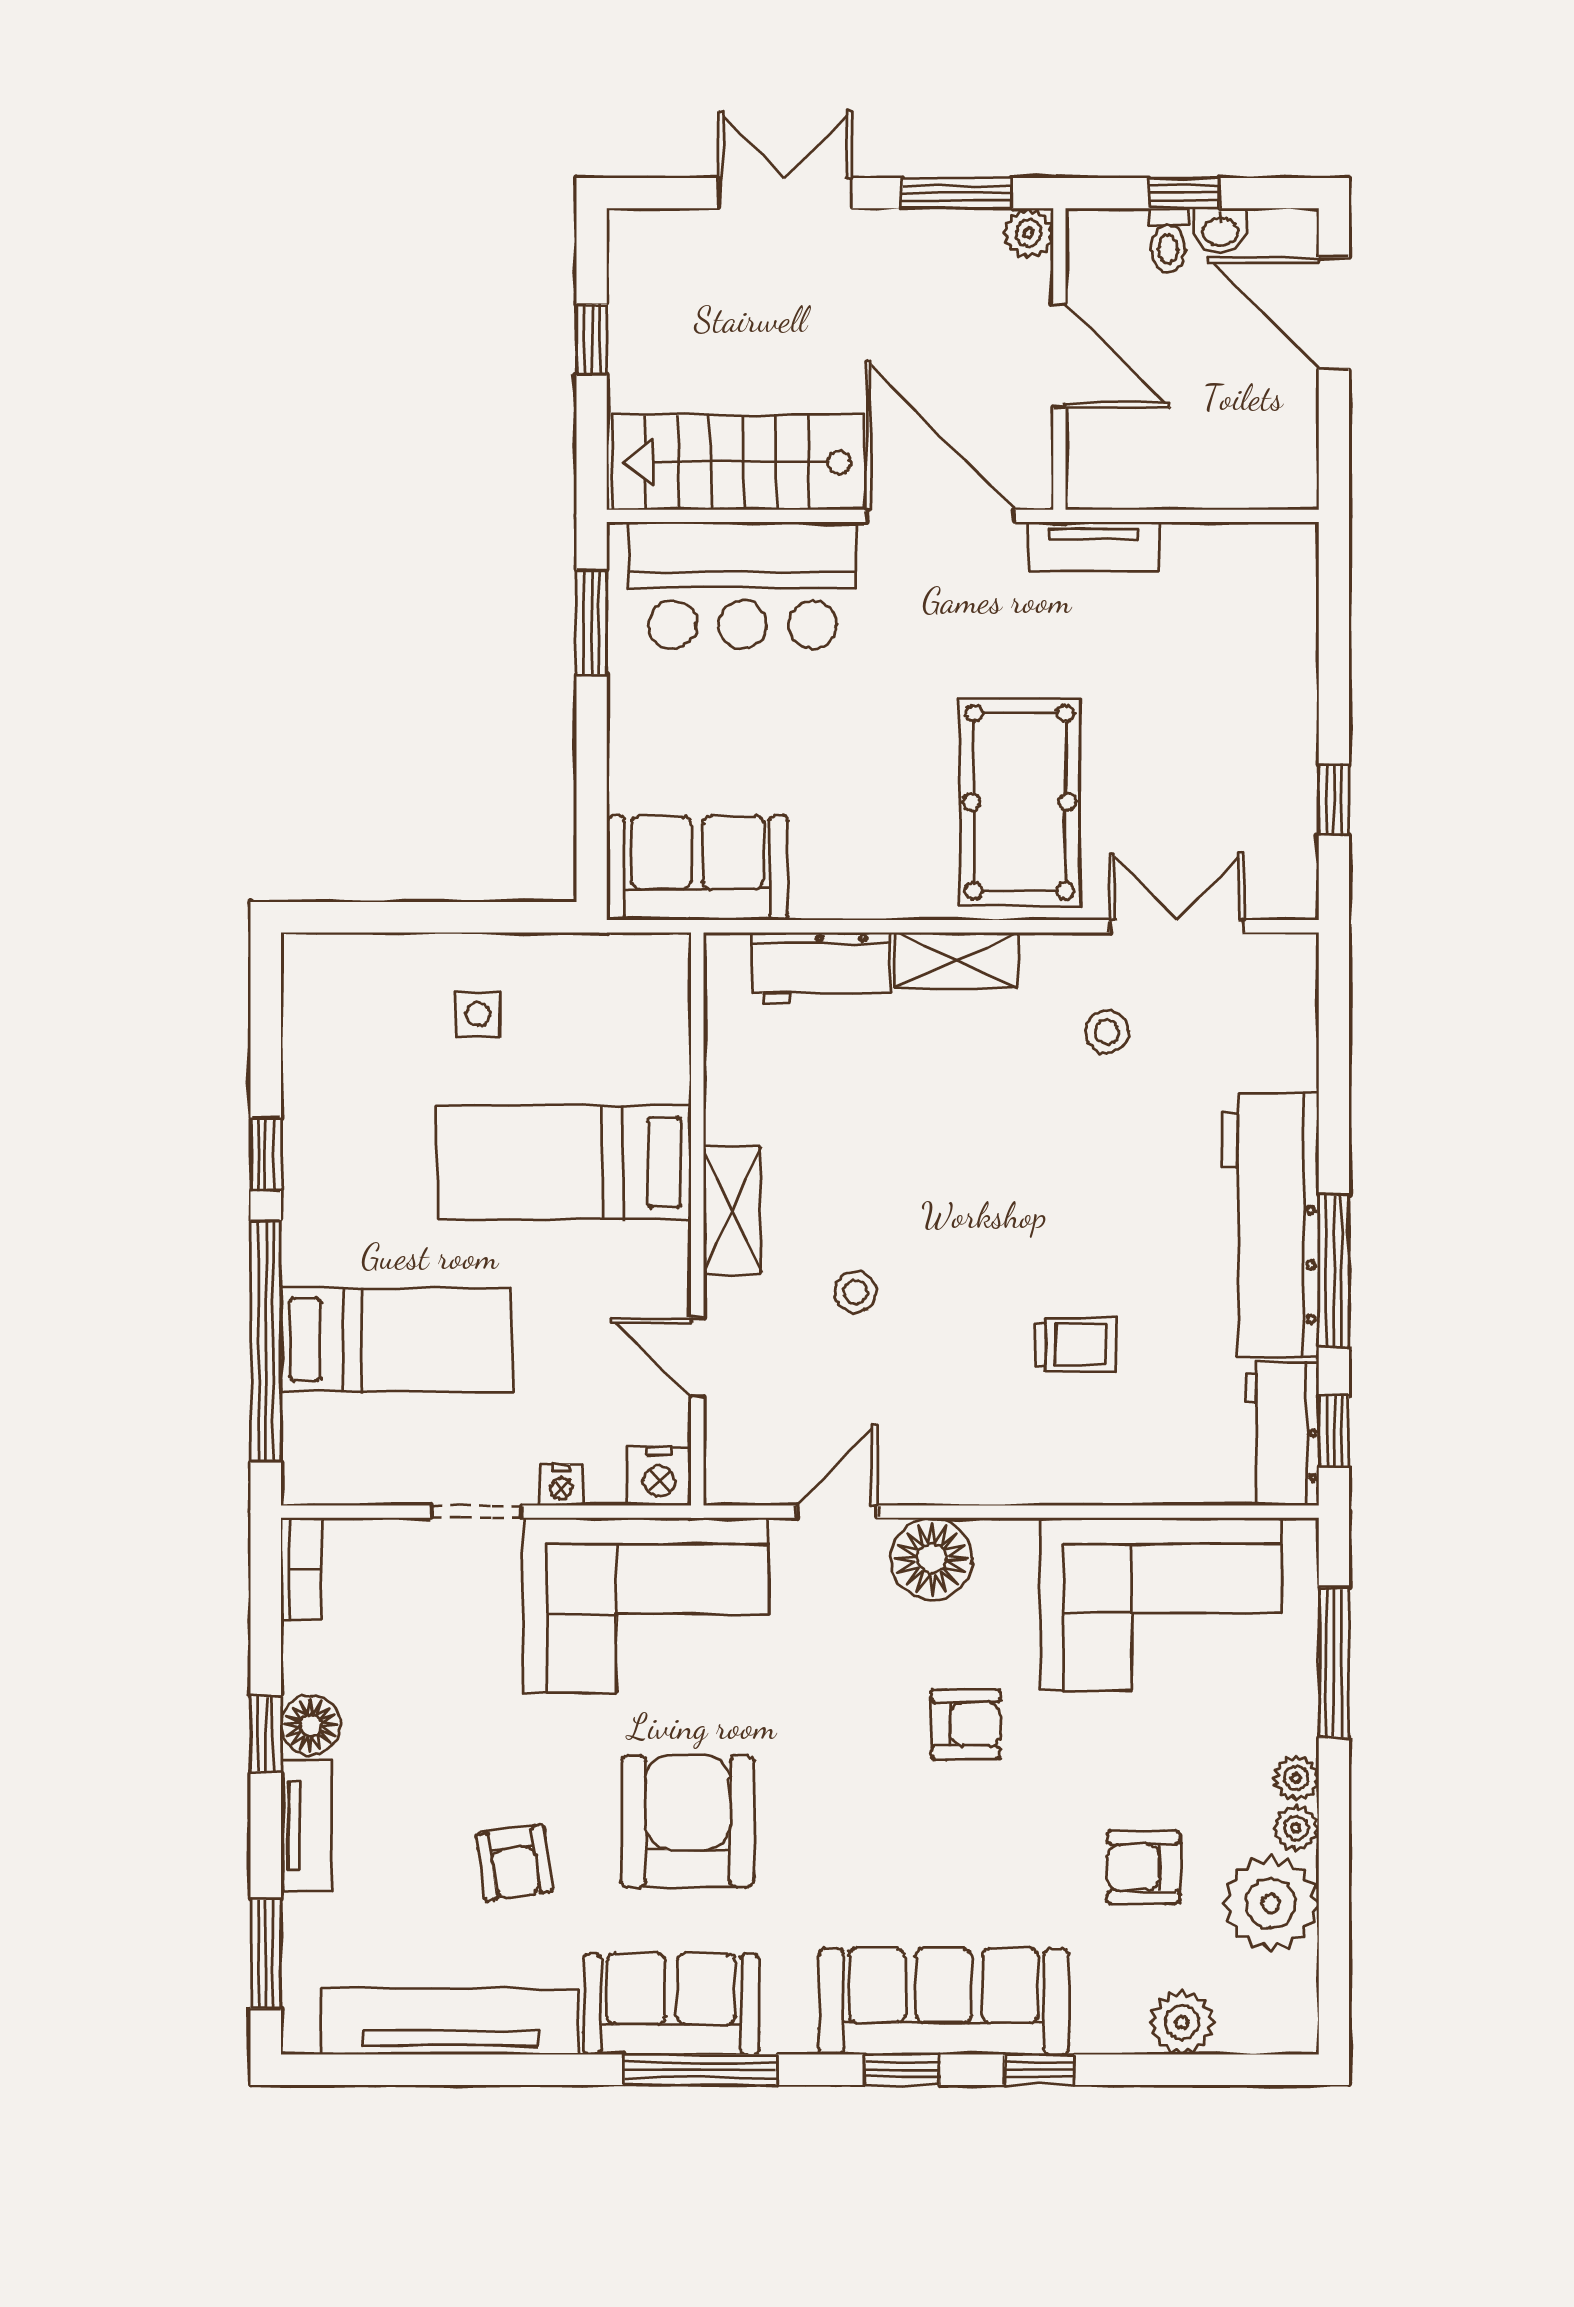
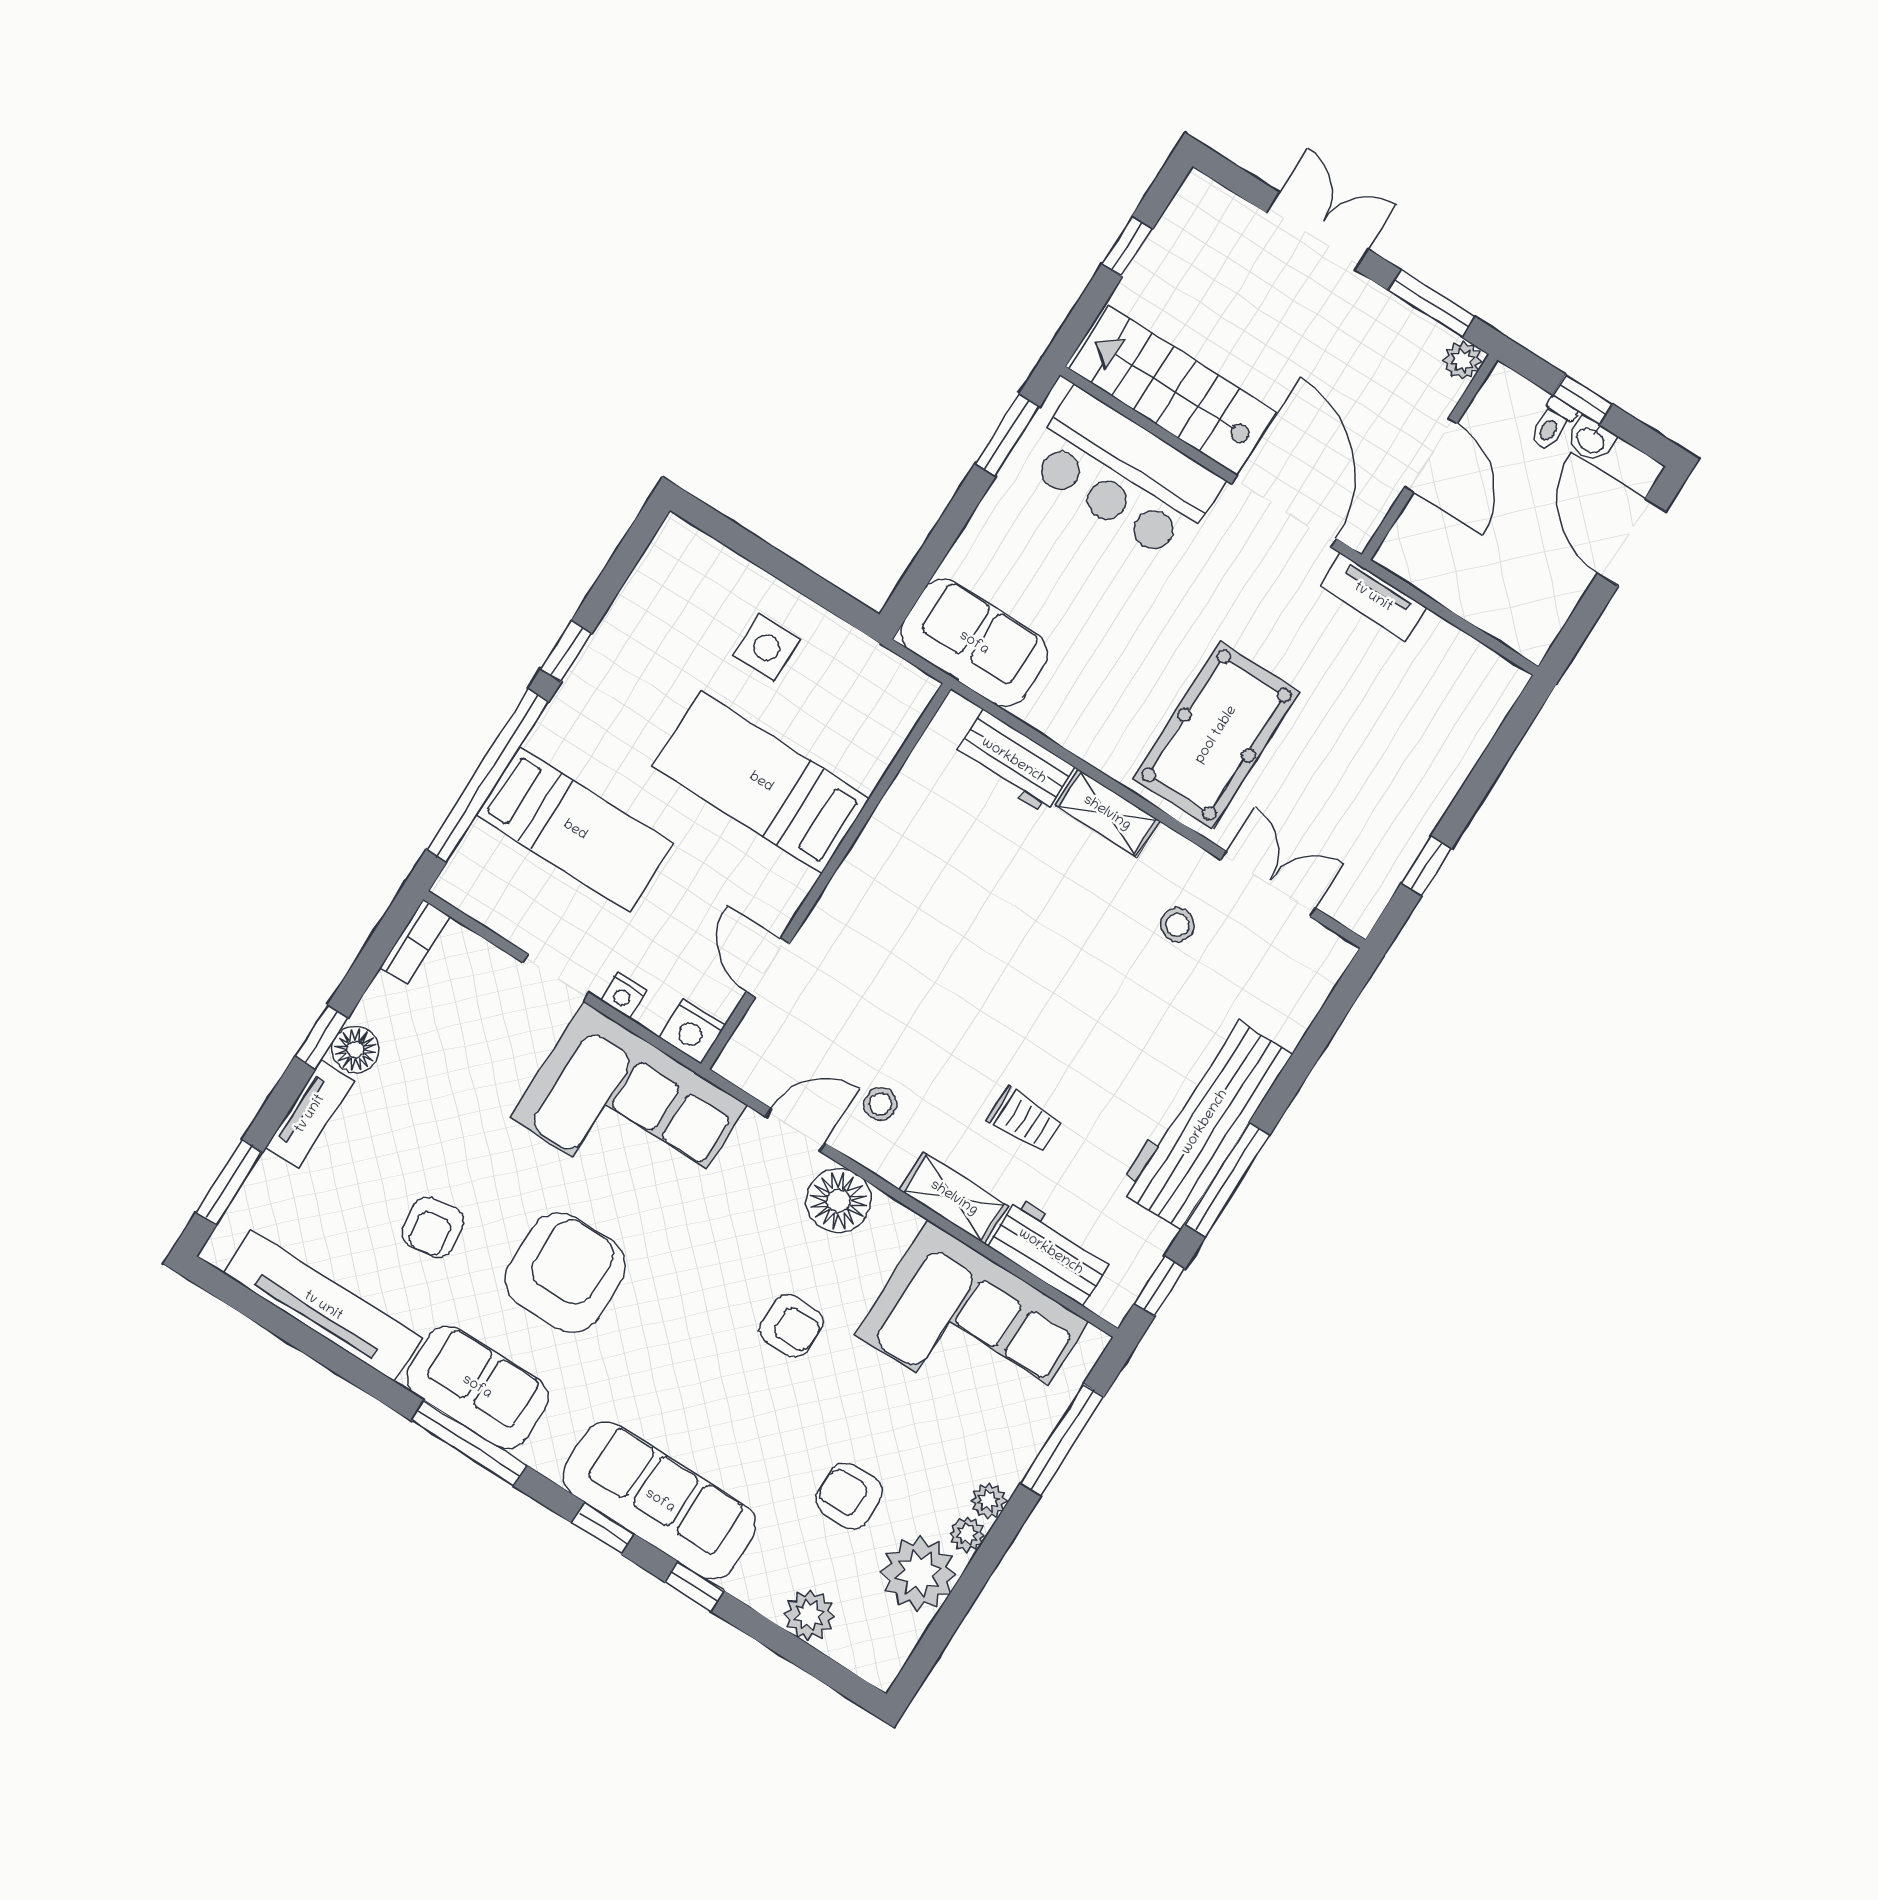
side table: (478, 1014) -> (767, 647), width x1.37, depth x1.37
shelving: (732, 1210) -> (954, 1198), moved, turned 90
stool: (855, 1292) -> (881, 1104), moved
workbench: (1282, 1434) -> (1051, 1252), moved, turned 90

